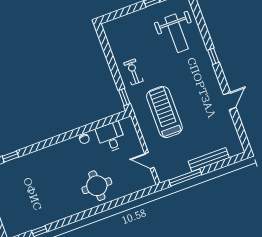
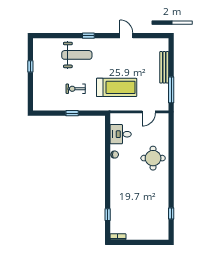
weight bench: (177, 33) -> (77, 55), moved
exercise bike: (133, 72) -> (76, 89), moved
window: (124, 97) -> (72, 113), moved
treadmill: (164, 112) -> (117, 87), turned 180

